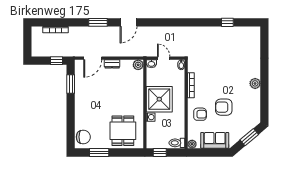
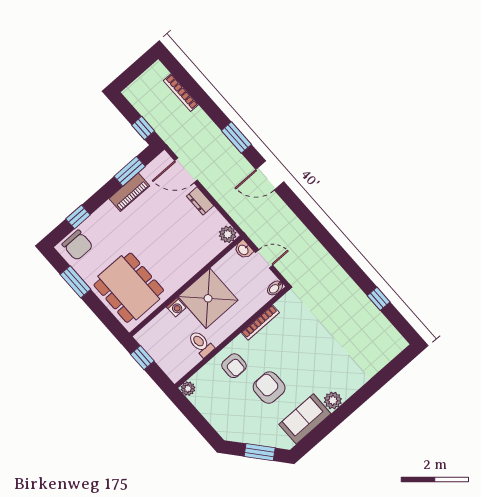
door: (164, 58) -> (264, 259), hinge flipped
piano: (80, 92) -> (129, 192), added
window: (71, 125) -> (78, 217), added
dining table: (123, 131) -> (129, 288), width x1.38
sofa: (215, 140) -> (305, 419), moved, turned -90
toilet: (177, 143) -> (201, 344), moved

